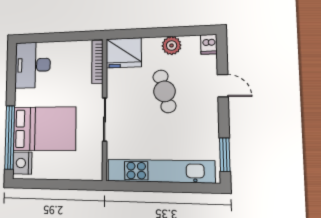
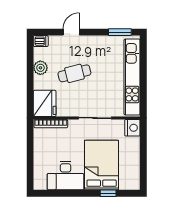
desk: (33, 65) -> (65, 176), moved
window: (10, 137) -> (108, 193), width x0.32
nightstand: (22, 163) -> (132, 128), moved, turned -90

